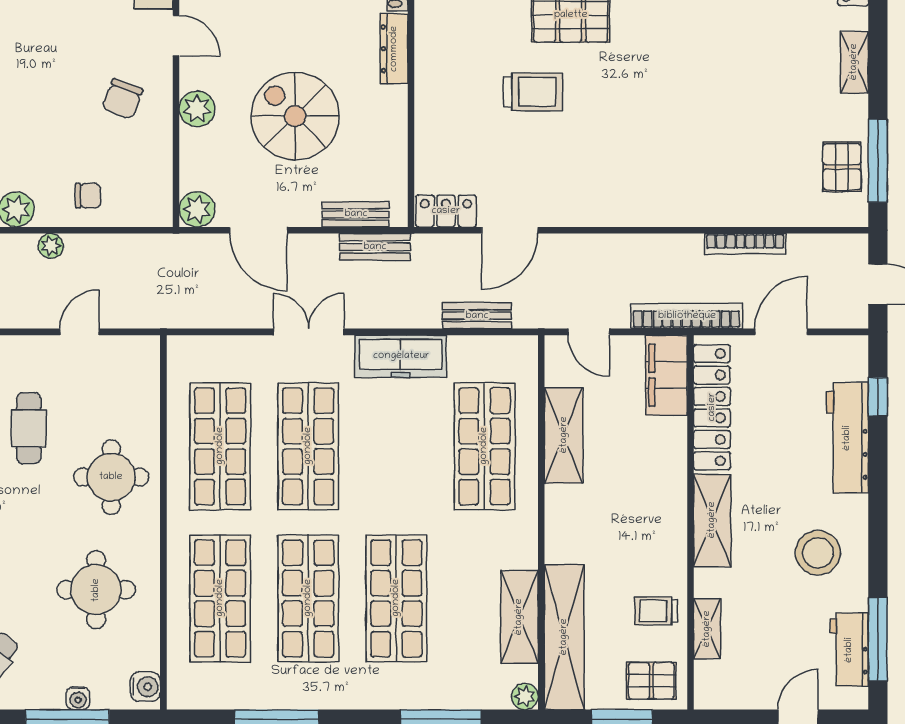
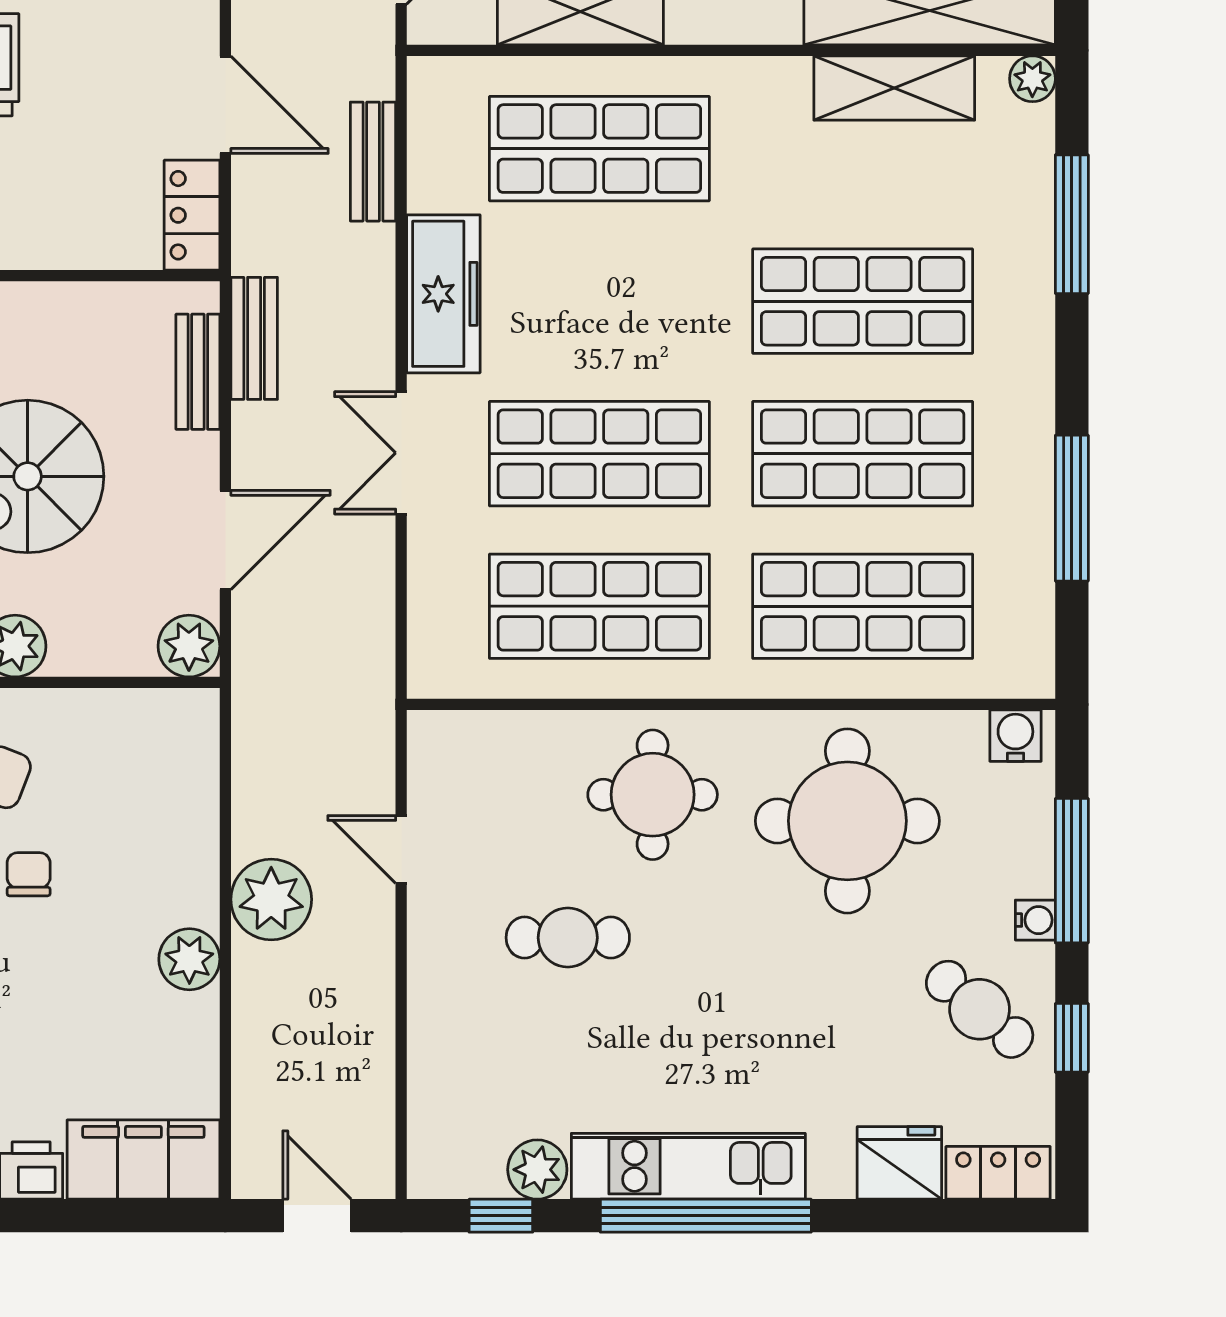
chair: (88, 196) -> (29, 874), moved
plant: (51, 246) -> (271, 899), width x1.87, depth x1.87
round table: (96, 590) -> (847, 821), width x1.36, depth x1.36
water cooler: (78, 698) -> (1035, 920), moved

